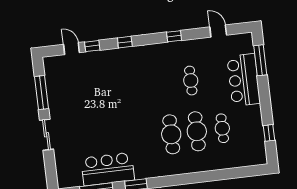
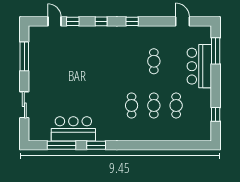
window: (174, 36) -> (132, 21), moved
cafe table: (197, 131) -> (154, 105), width x0.73, depth x0.74
cafe table: (171, 134) -> (132, 105), width x0.73, depth x0.74
sliding door: (47, 135) -> (24, 105), moved

